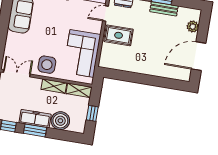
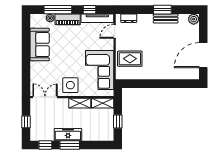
plant: (193, 27) -> (194, 19), moved
rug: (119, 35) -> (130, 59), moved
boiler: (60, 121) -> (91, 133), removed

